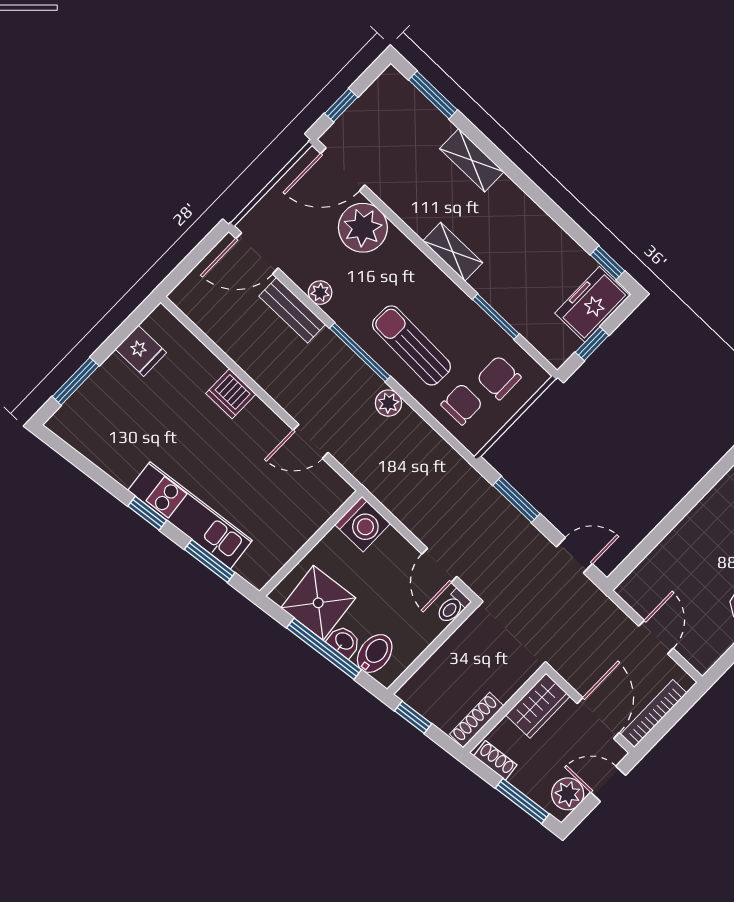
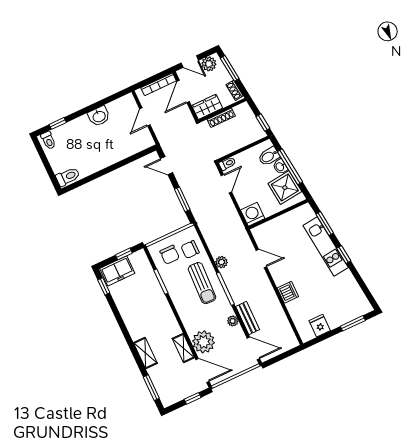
shelving: (453, 252) -> (183, 348), moved
shoe rack: (477, 720) -> (221, 118), moved

